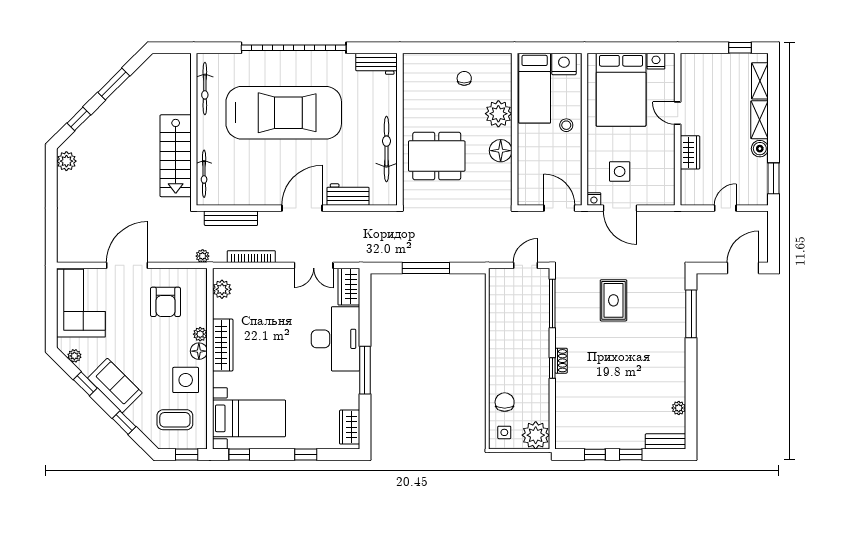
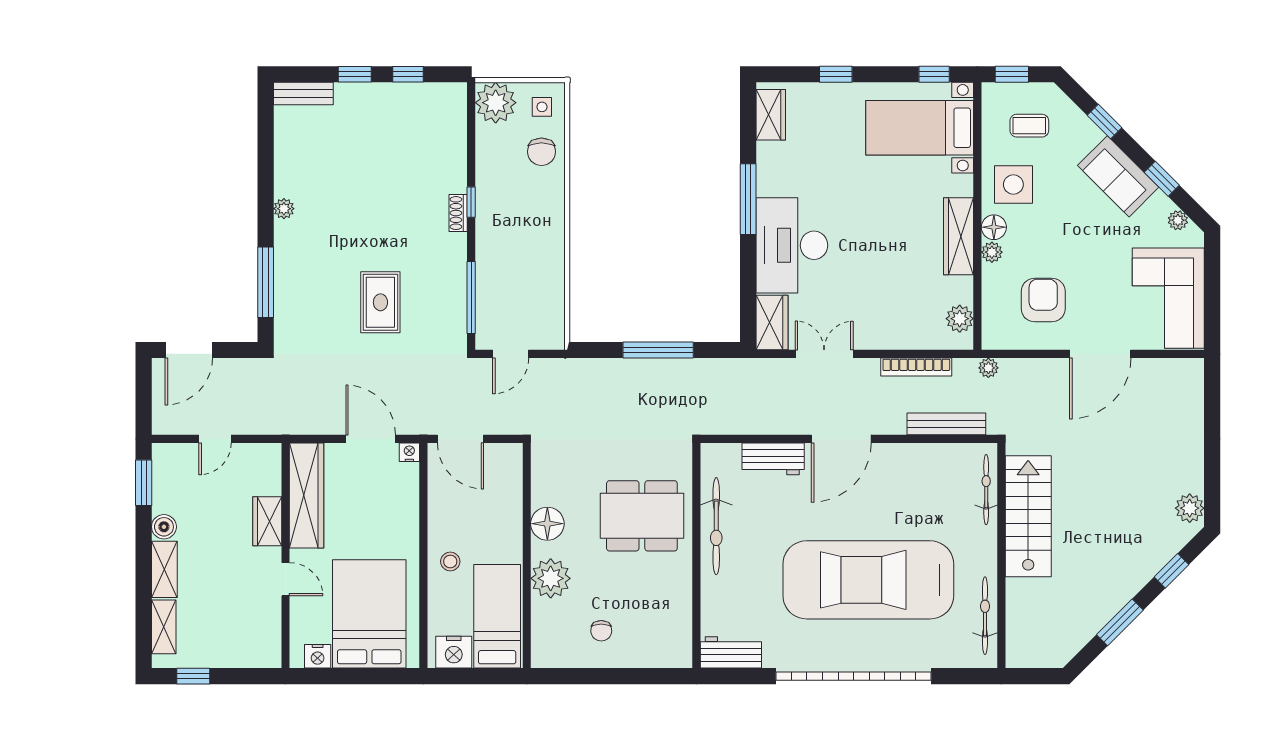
wardrobe: (663, 170) -> (307, 496), added
side table: (620, 171) -> (371, 493), removed
plant: (679, 408) -> (284, 209), moved
coffee table: (175, 420) -> (1029, 126), width x0.73, depth x0.77

